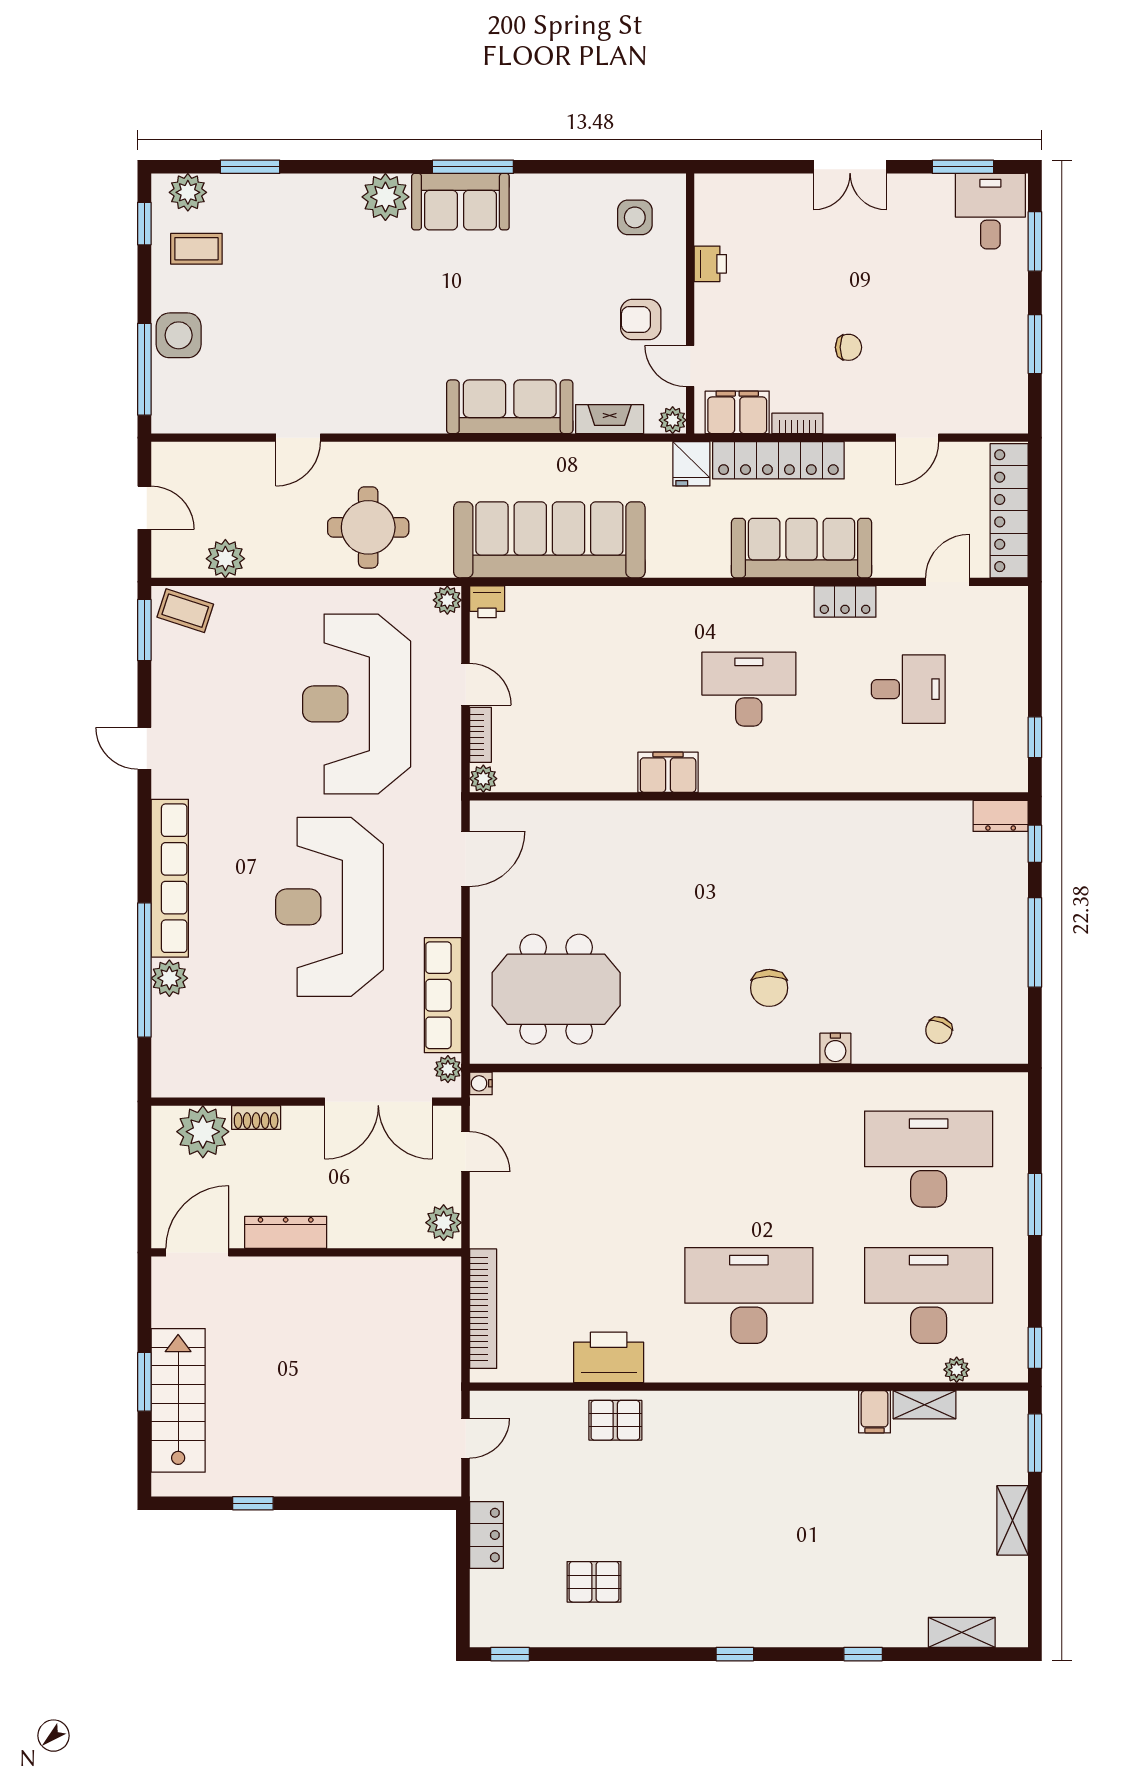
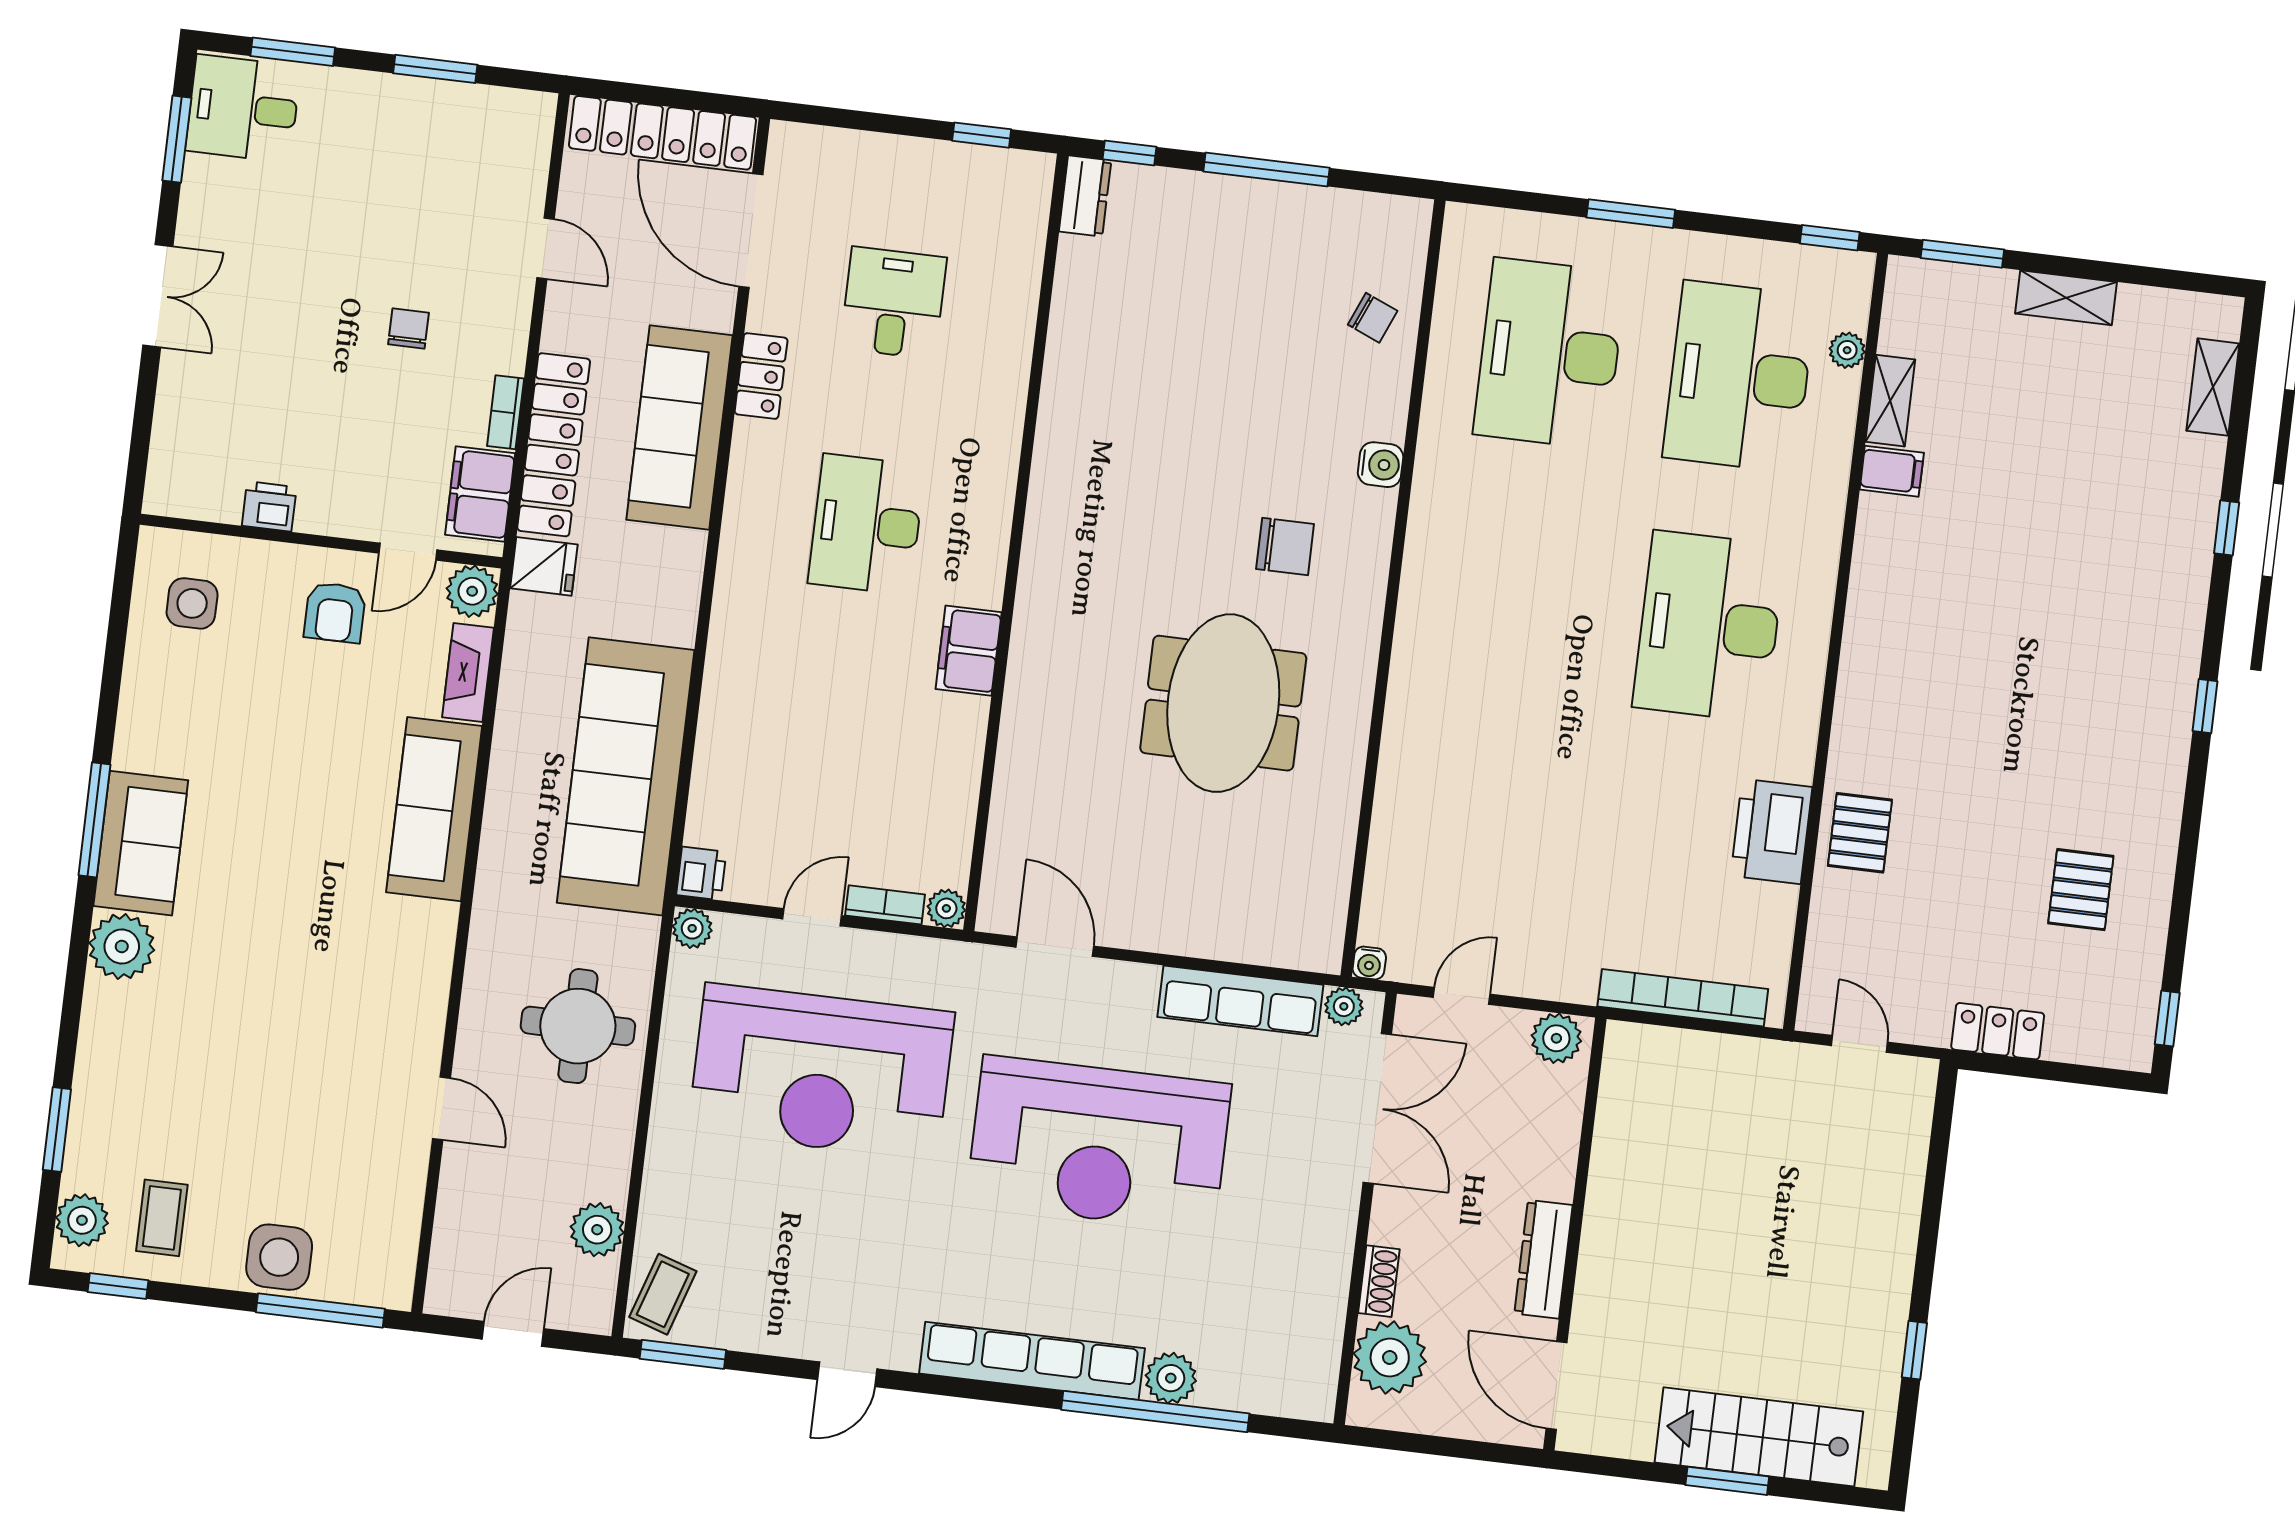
plant: (673, 420) -> (472, 591), width x1.38, depth x1.38
door: (947, 582) -> (751, 231), width x1.88
meeting table: (556, 989) -> (1223, 703), moved

